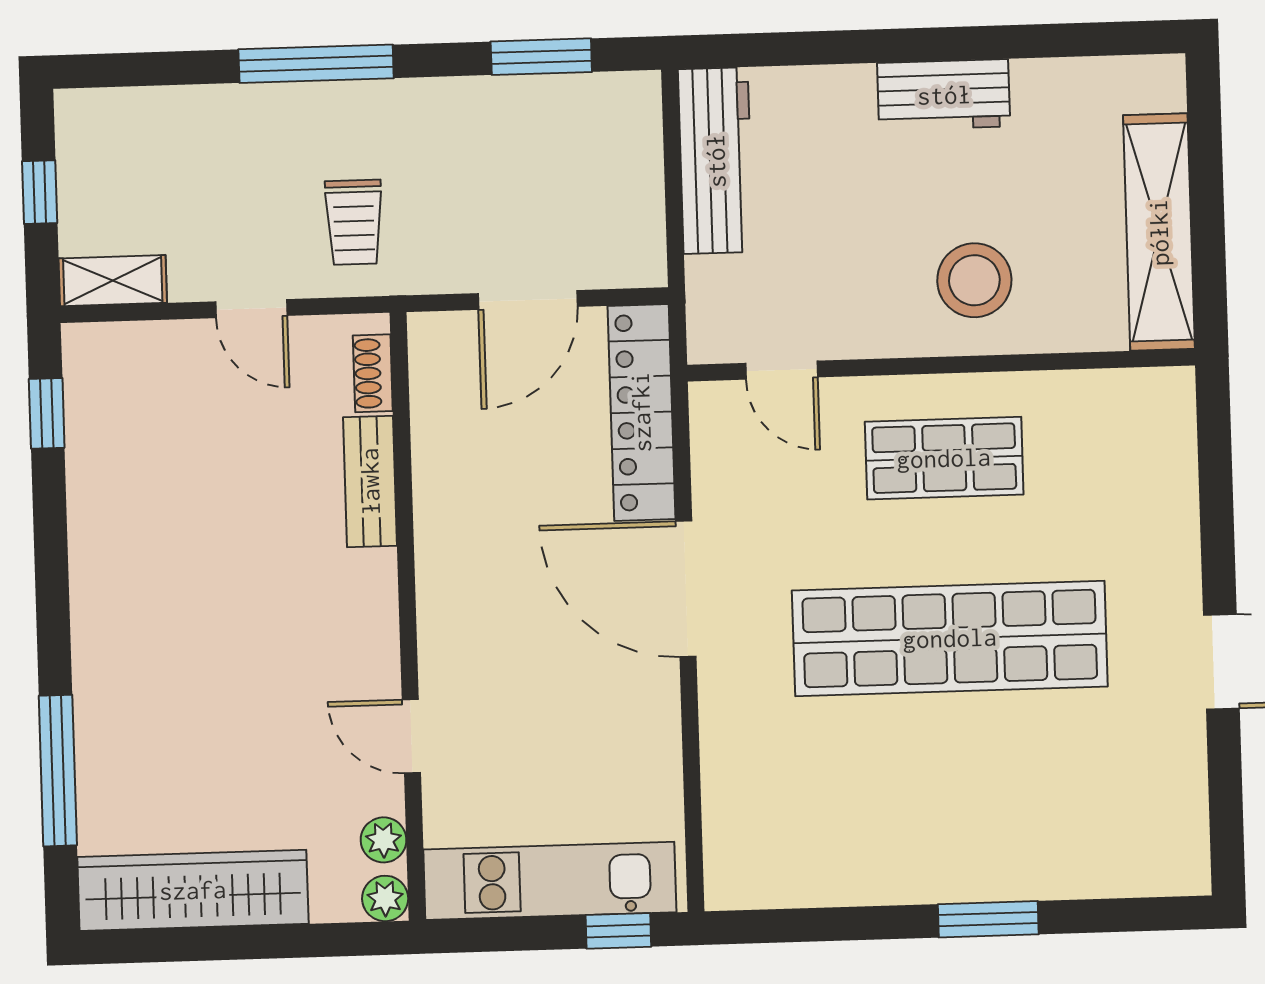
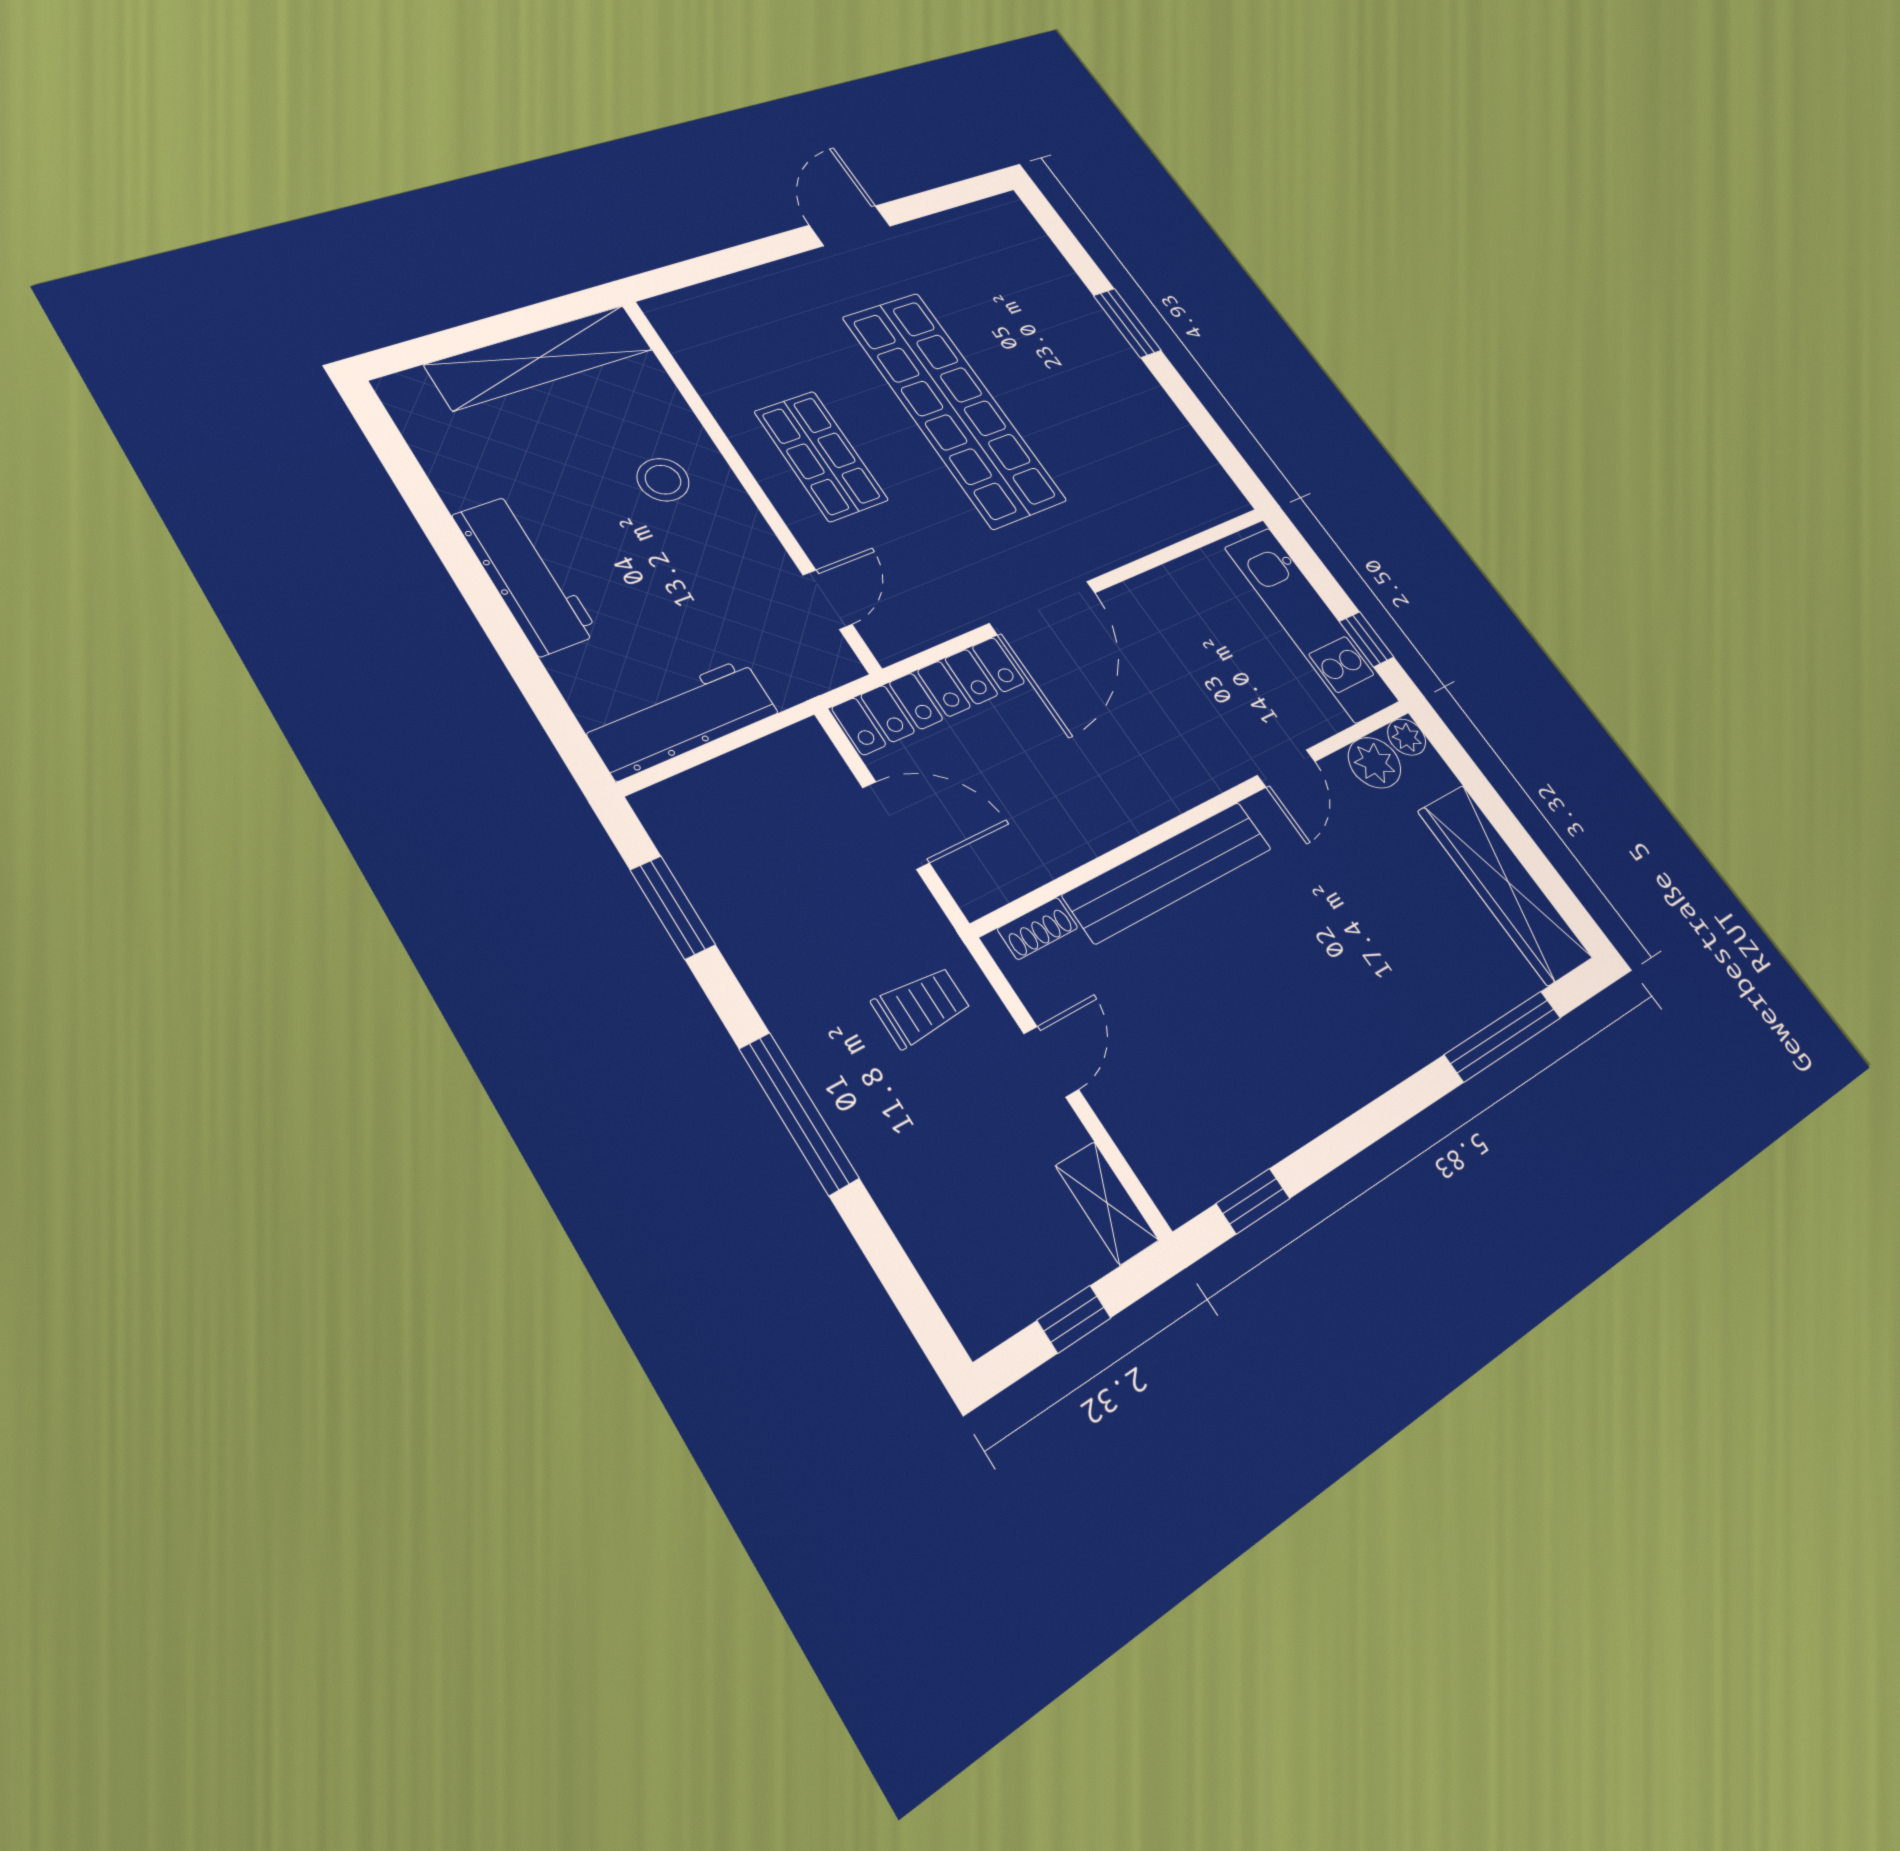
workbench: (944, 95) -> (525, 575), width x1.38
stool: (974, 280) -> (663, 480), width x0.73, depth x0.73
bench: (370, 481) -> (1169, 872), width x1.86, depth x1.21
plant: (383, 840) -> (1374, 763), width x1.38, depth x1.38
window: (618, 931) -> (1367, 639), moved

